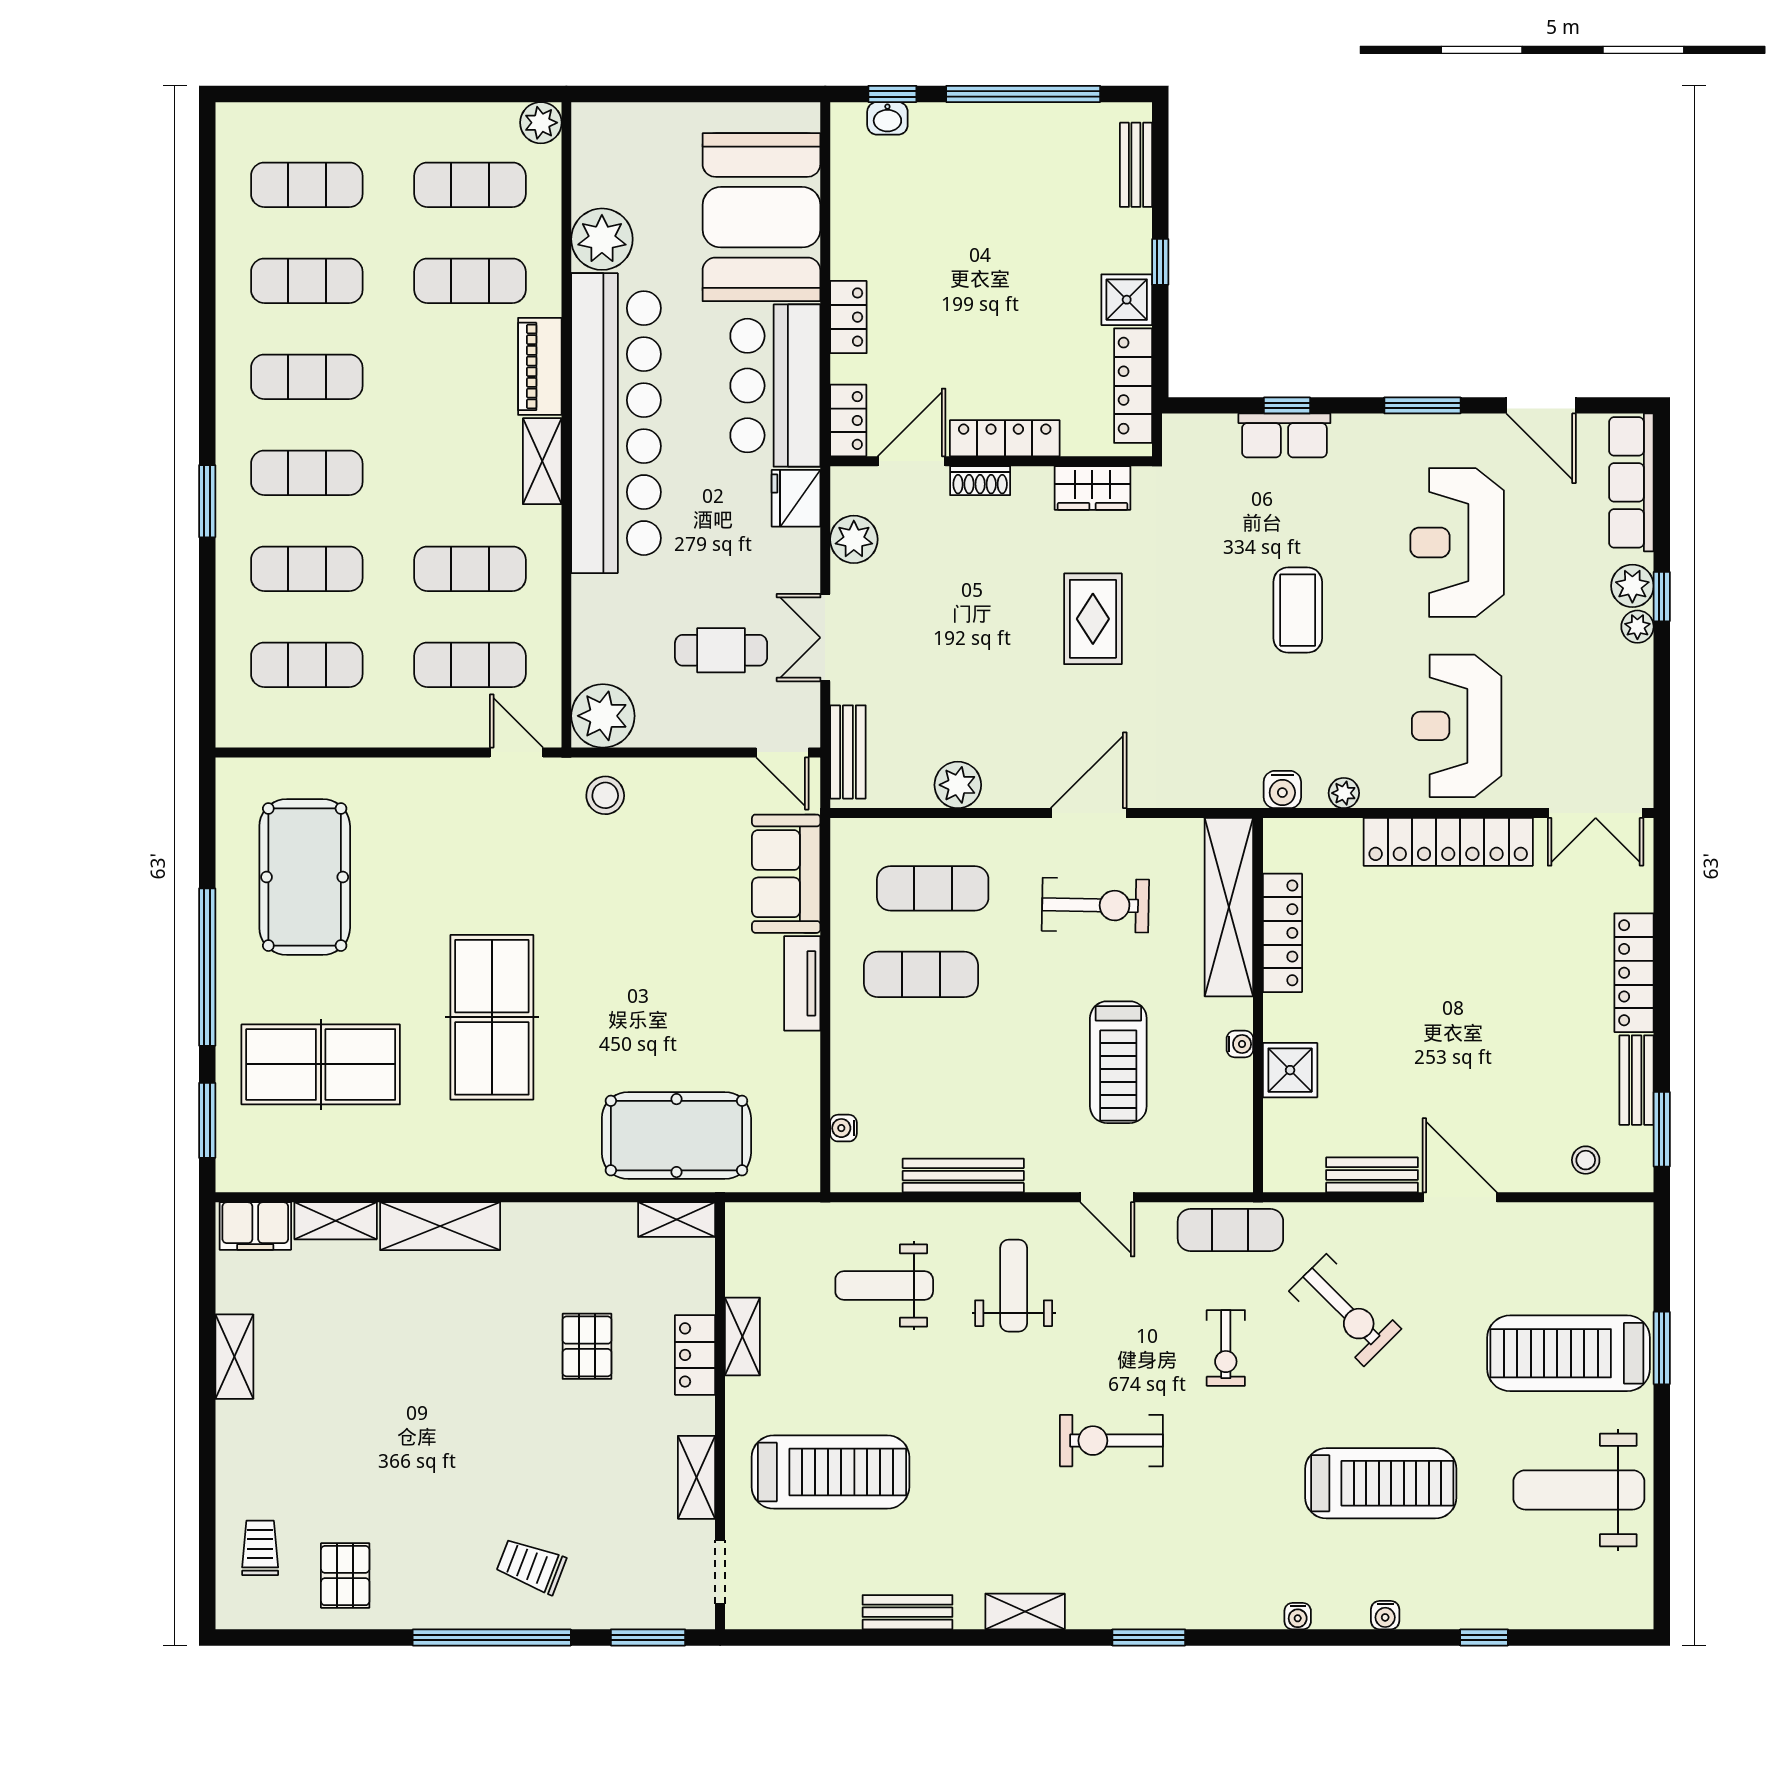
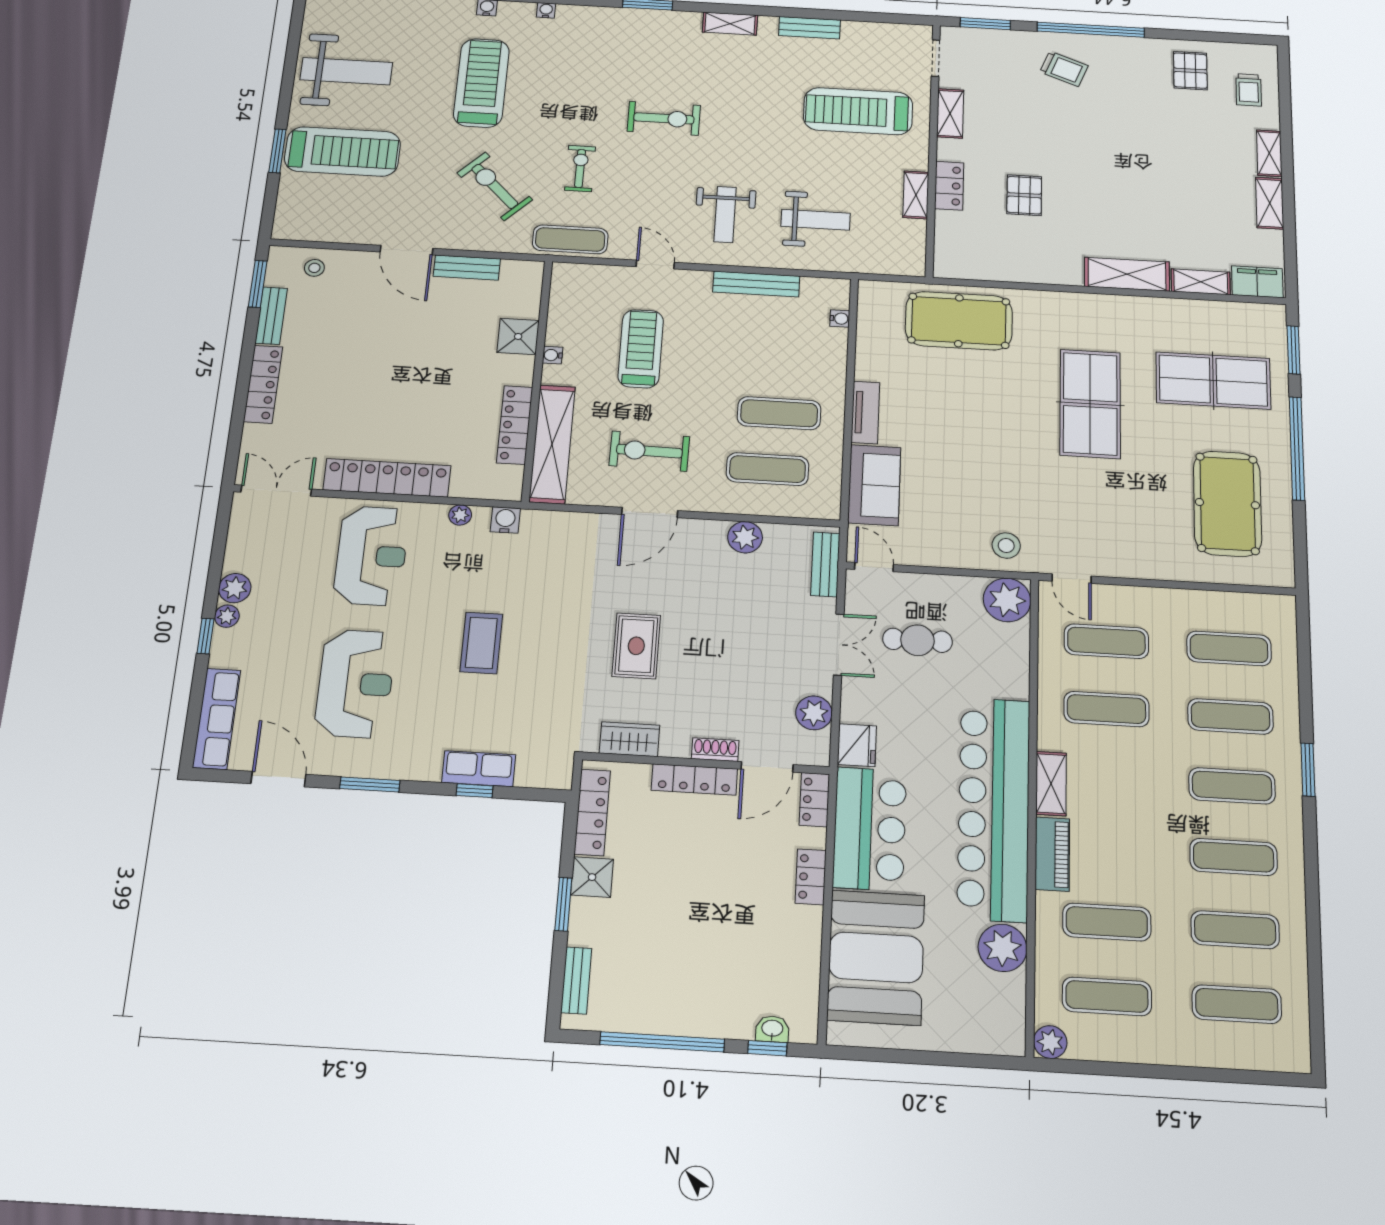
window: (1160, 262) -> (563, 904), width x1.50
plant: (1632, 586) -> (235, 588), moved
shelving: (677, 1220) -> (1269, 153), moved, turned 90
treadmill: (1381, 1483) -> (481, 83), turned 90

